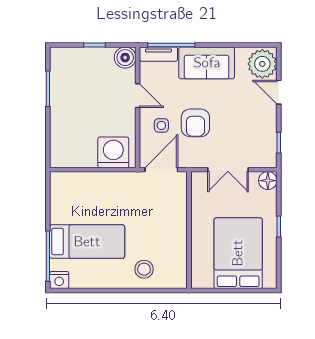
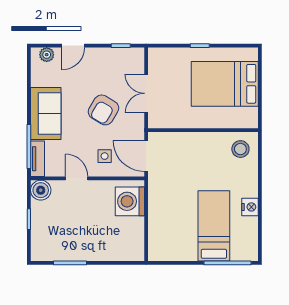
plant: (262, 64) -> (47, 55), width x0.53, depth x0.53
door: (138, 96) -> (77, 178), hinge flipped
armchair: (195, 123) -> (103, 110), moved, turned 121
double door: (228, 170) -> (146, 93), swing flipped
floor lamp: (268, 181) -> (156, 56), removed
stool: (144, 269) -> (240, 149), moved
nightstand: (59, 280) -> (250, 207), moved

